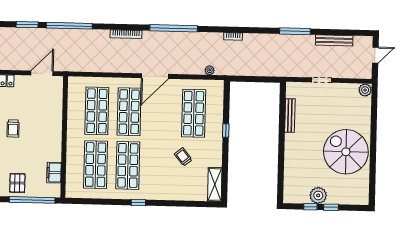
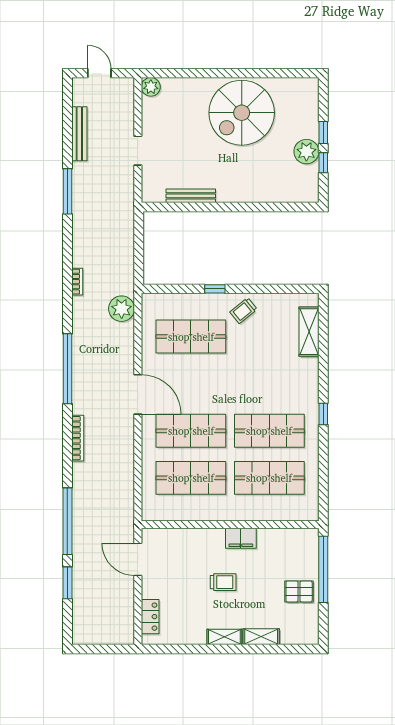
plant: (210, 70) -> (122, 309), width x1.88, depth x1.88
trolley: (13, 128) -> (223, 582), moved
trolley: (183, 157) -> (244, 311), moved
filing cabinet: (54, 173) -> (241, 538), moved
shelving: (215, 184) -> (309, 332), moved, turned 90

